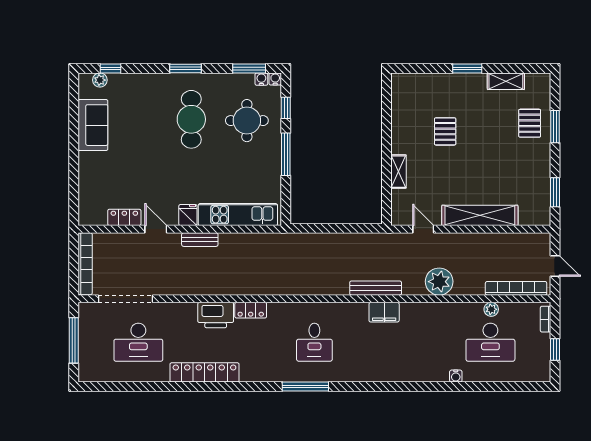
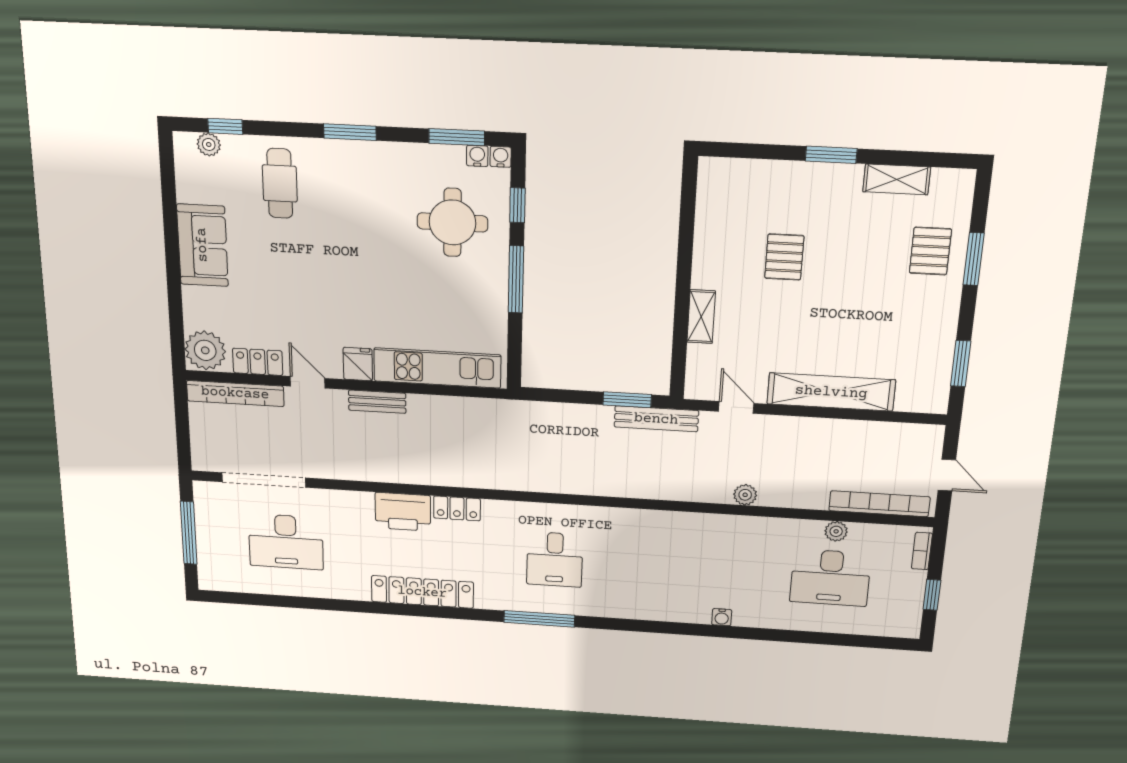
cafe table: (191, 119) -> (280, 183), moved, width x0.73, depth x0.74
sofa: (93, 125) -> (202, 245), moved
plant: (91, 212) -> (205, 350), added
window: (356, 228) -> (627, 400), added
bookcase: (85, 264) -> (235, 393), moved, turned 90
plant: (439, 282) -> (745, 495), width x0.53, depth x0.53
bench: (376, 288) -> (656, 419), moved
filing cabinet: (384, 312) -> (665, 525), removed
locker: (204, 372) -> (422, 592), moved
water cooler: (456, 376) -> (722, 617), moved

